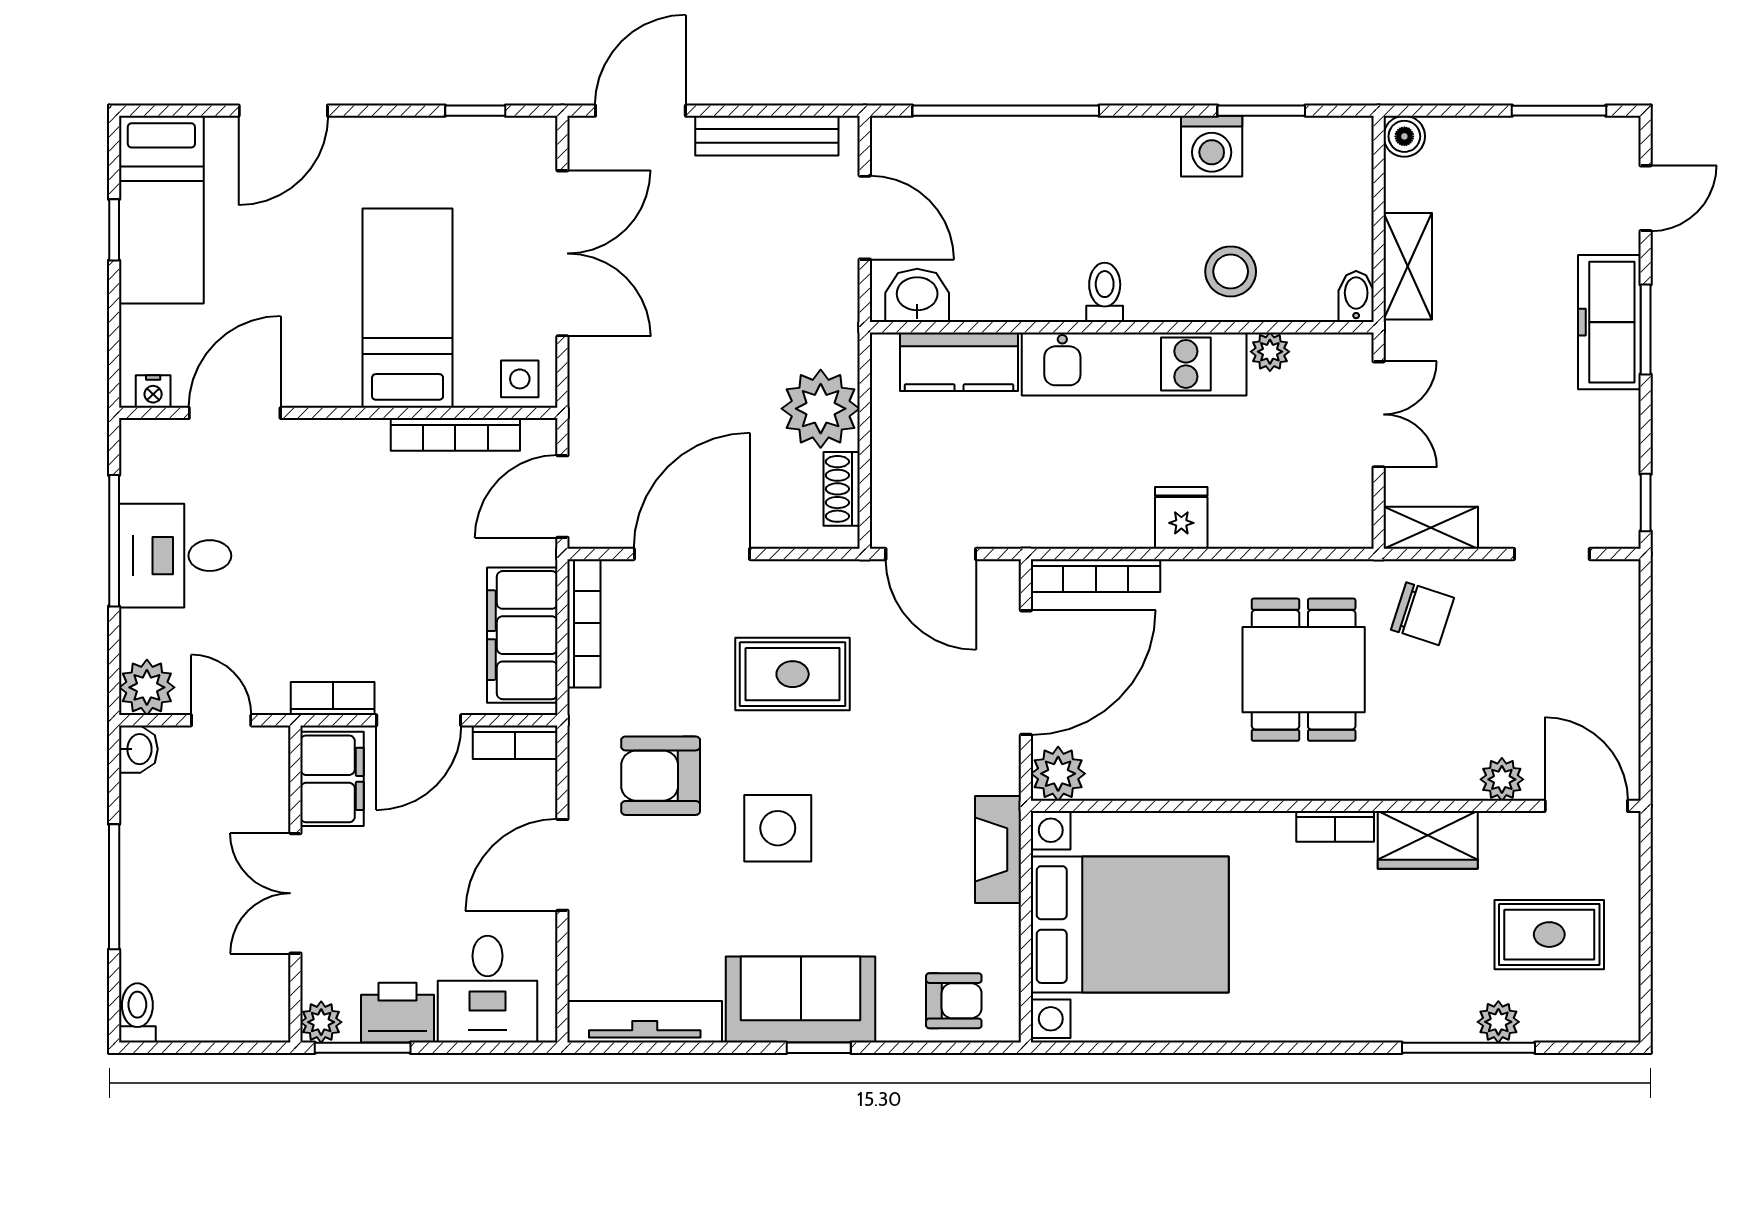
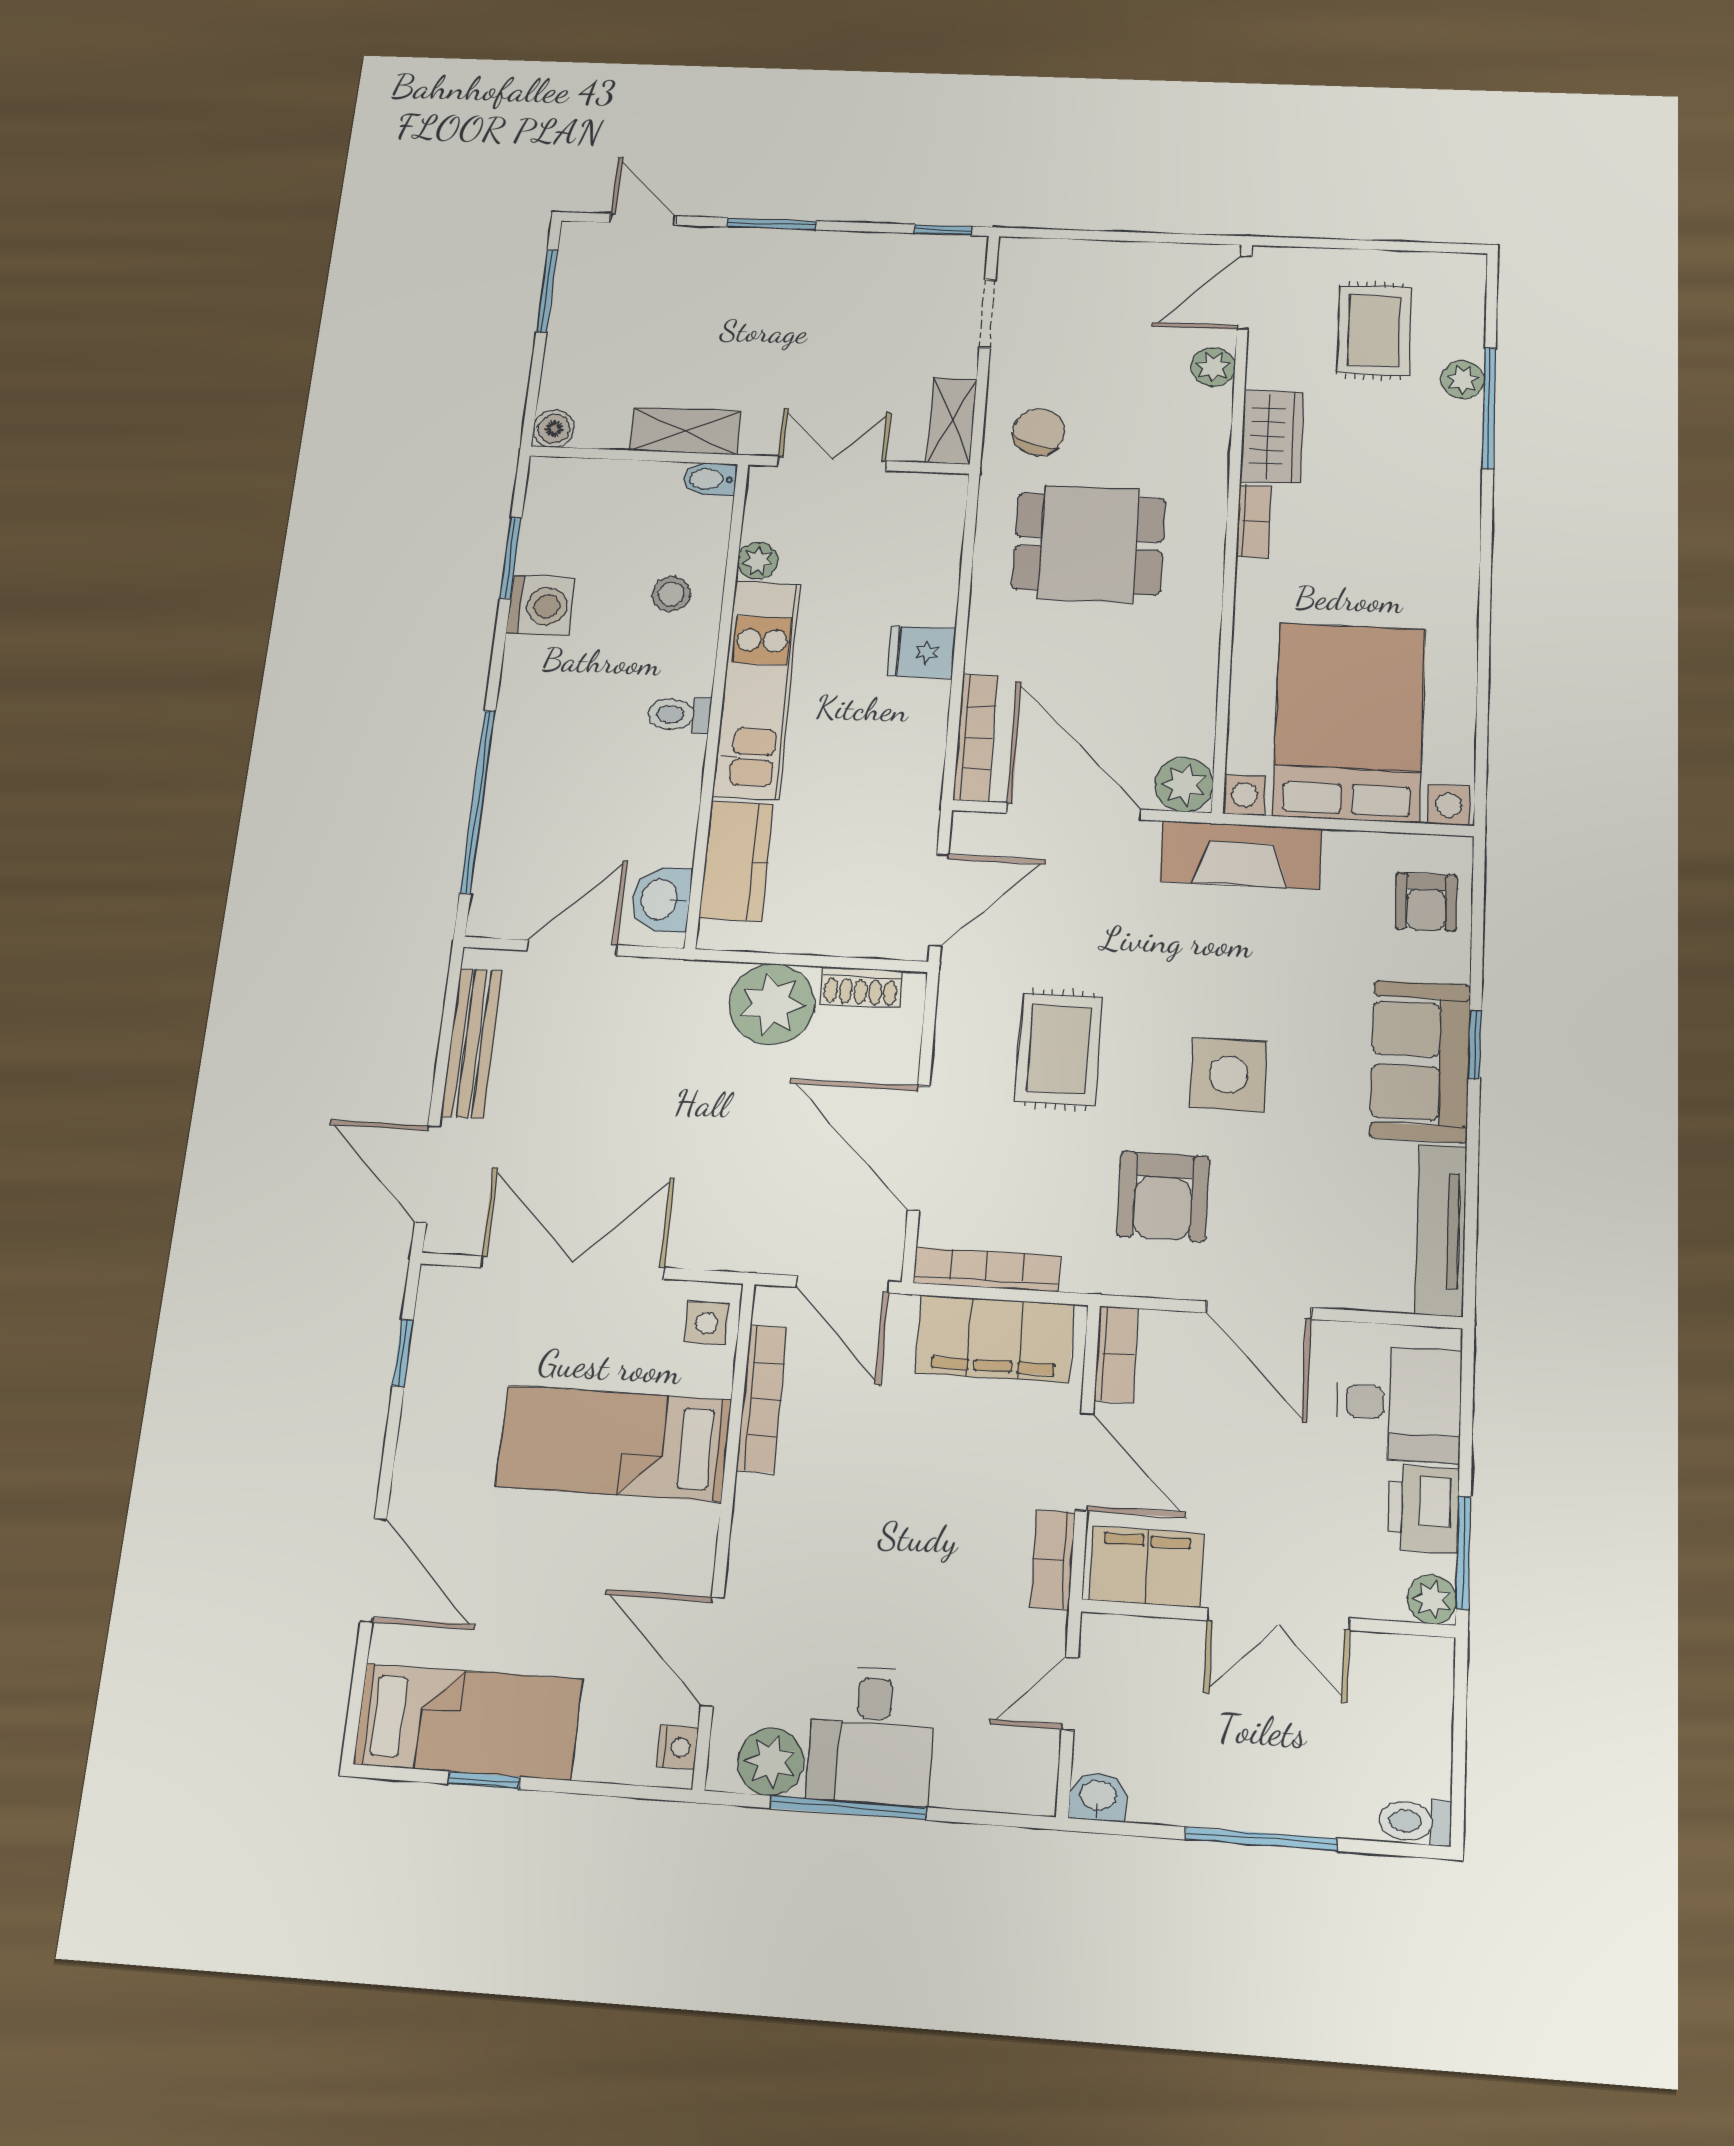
stool: (1231, 271) -> (671, 594), width x0.73, depth x0.73
freezer: (1609, 322) -> (761, 255), removed
plant: (147, 687) -> (771, 1762), moved
fireplace: (998, 850) -> (1241, 855), width x1.37, depth x1.32
armchair: (954, 1001) -> (1426, 902), turned 180

